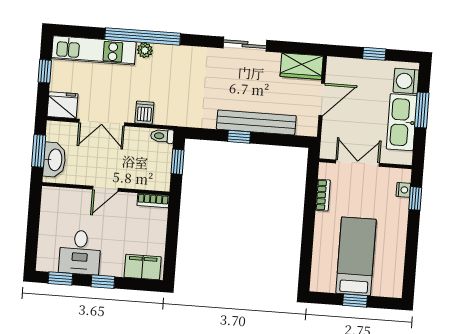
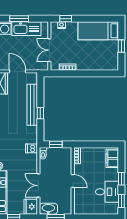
dishwasher: (144, 113) -> (31, 148), moved
double door: (102, 123) -> (38, 186), swing flipped
washbasin: (54, 160) -> (48, 209), moved
bed: (356, 256) -> (98, 31), moved

